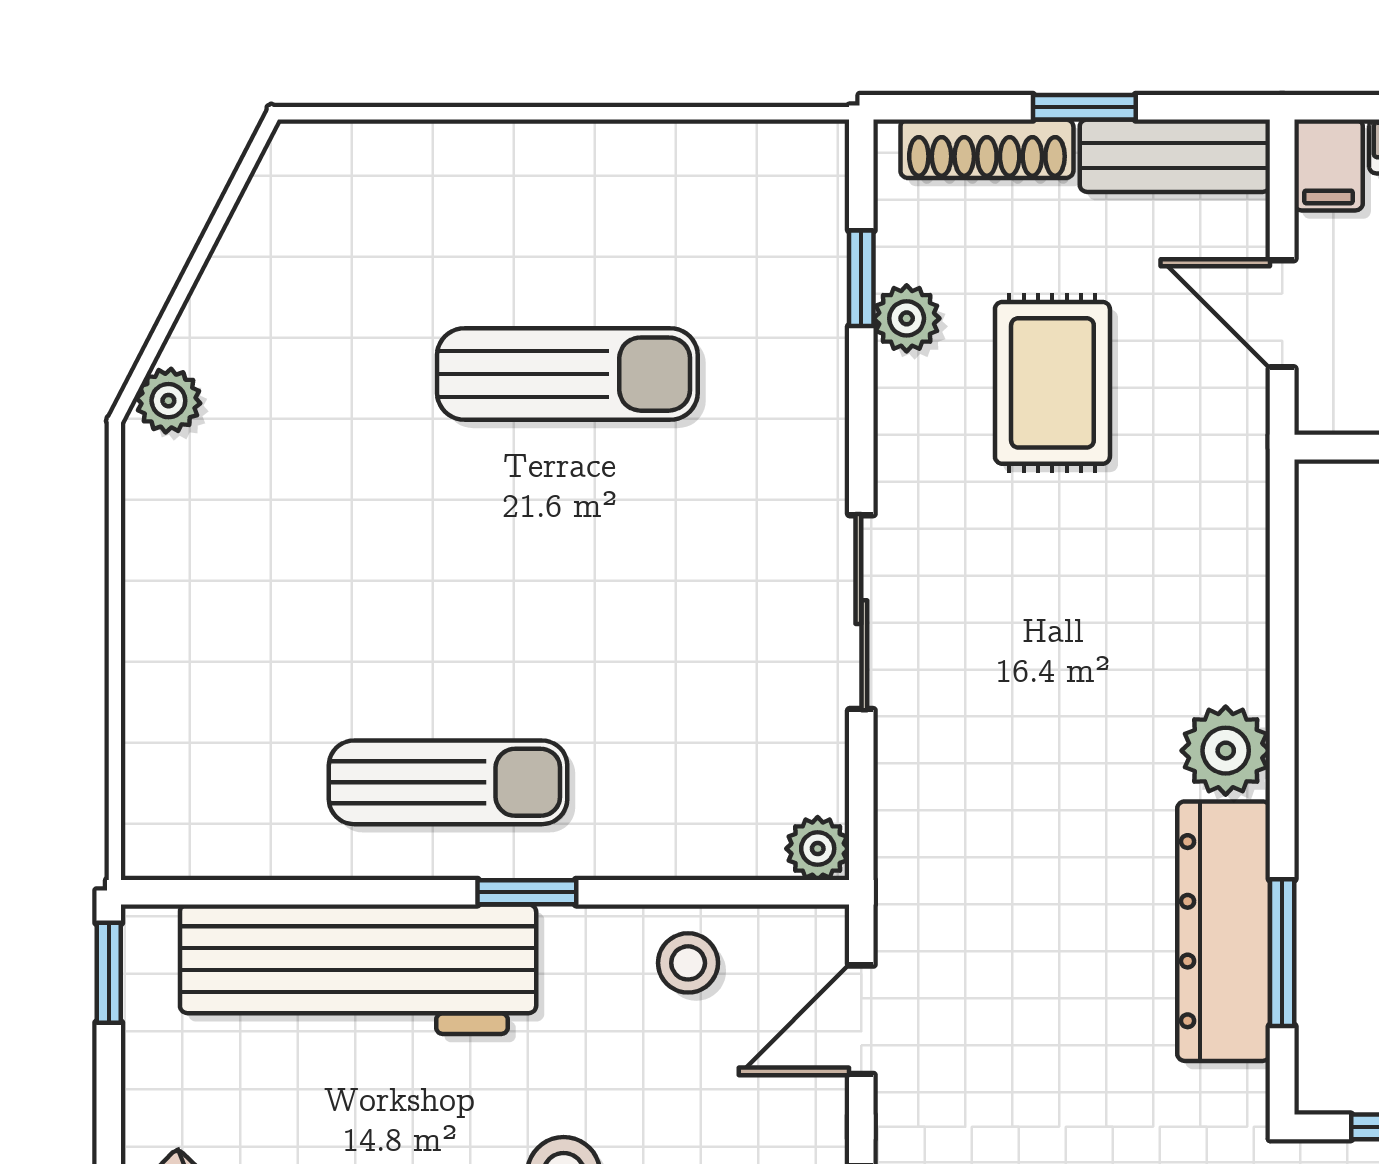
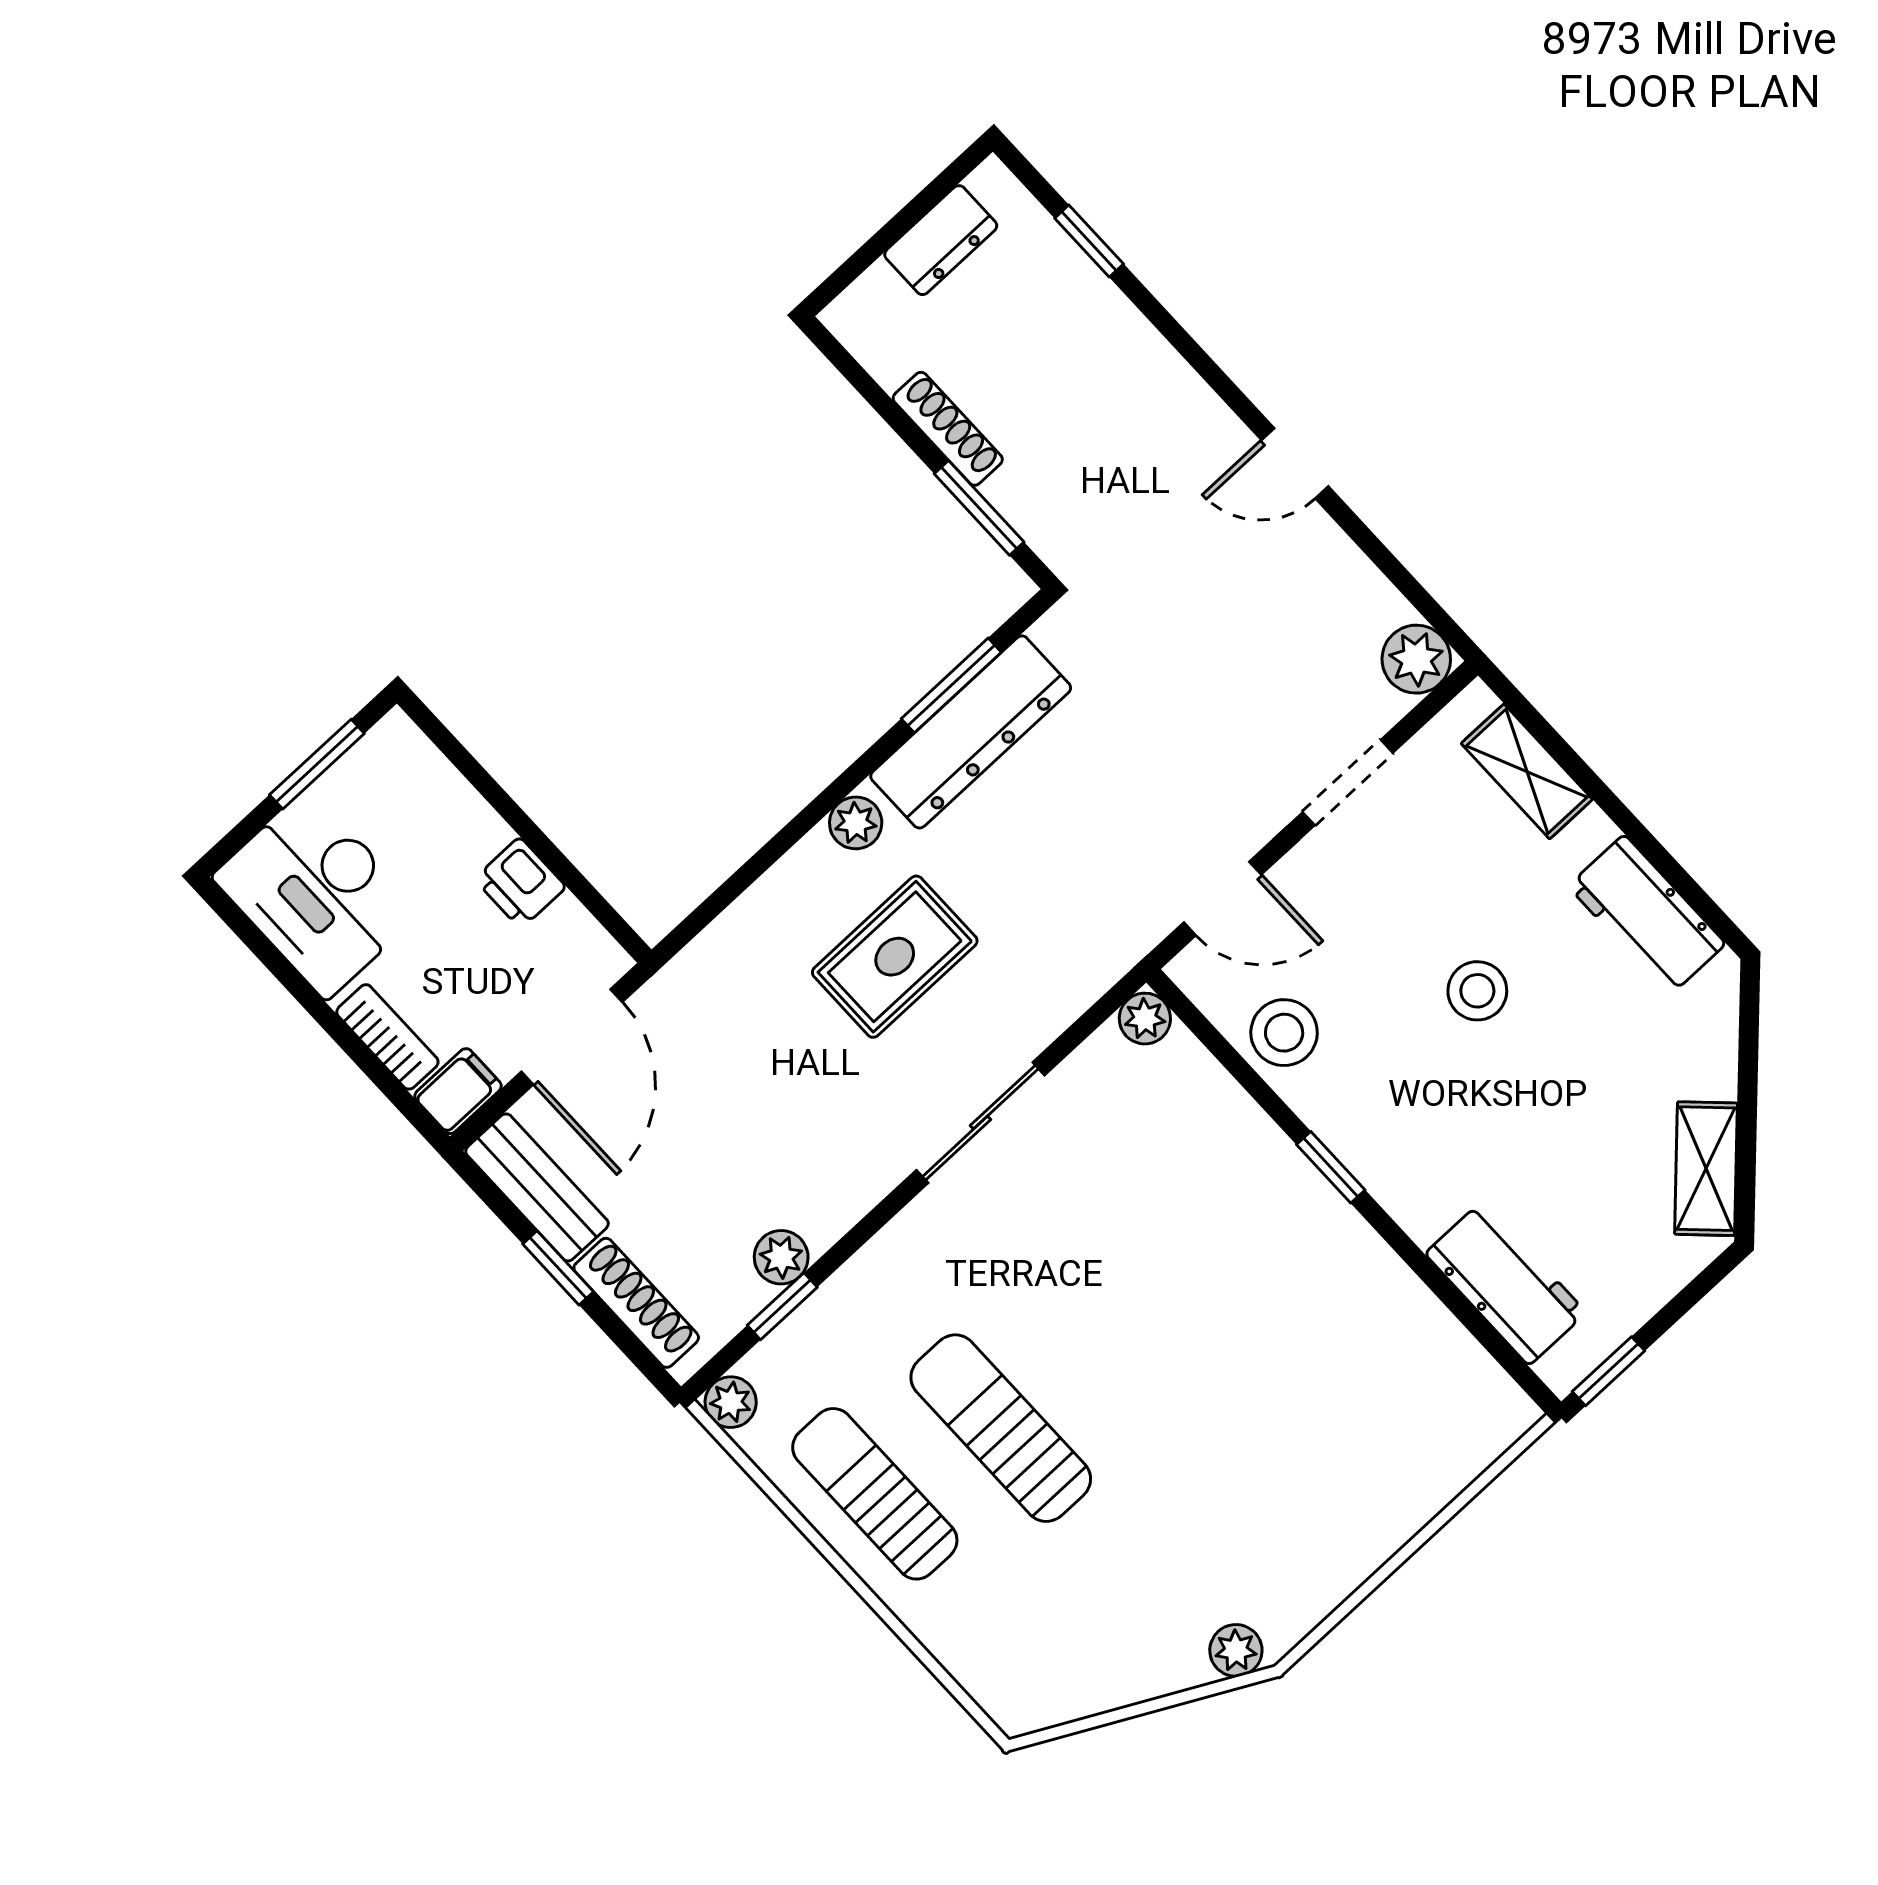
plant: (818, 151) -> (731, 1402), added
door: (1282, 314) -> (572, 1037), width x1.38
rug: (1052, 383) -> (895, 957), moved
plant: (1226, 751) -> (856, 823), width x0.73, depth x0.73
sun lounger: (448, 782) -> (875, 1494), moved
stool: (688, 963) -> (1284, 1033), width x1.37, depth x1.37
workbench: (358, 969) -> (1506, 1283), width x0.53, depth x0.76

